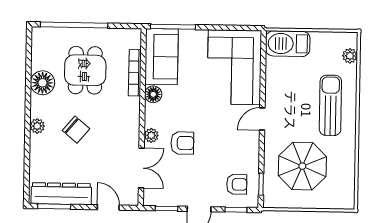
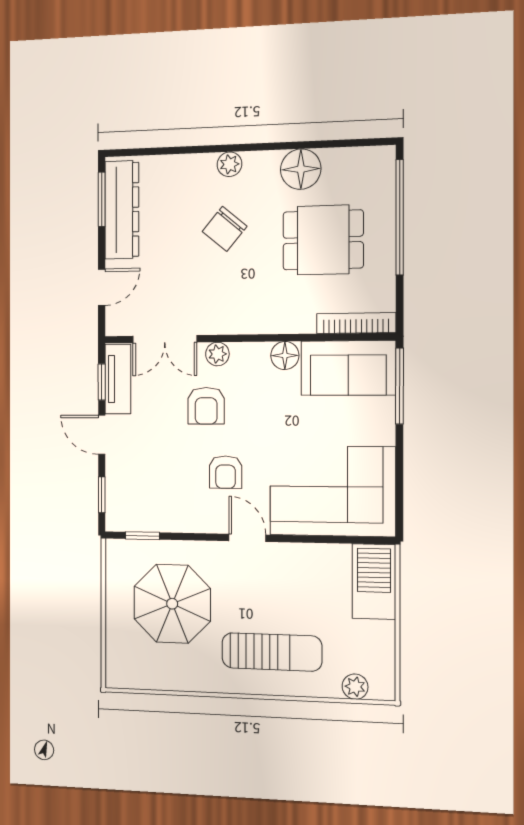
bookcase: (135, 73) -> (356, 323), moved
armchair: (237, 184) -> (226, 472), moved
tv unit: (165, 198) -> (118, 379), added

